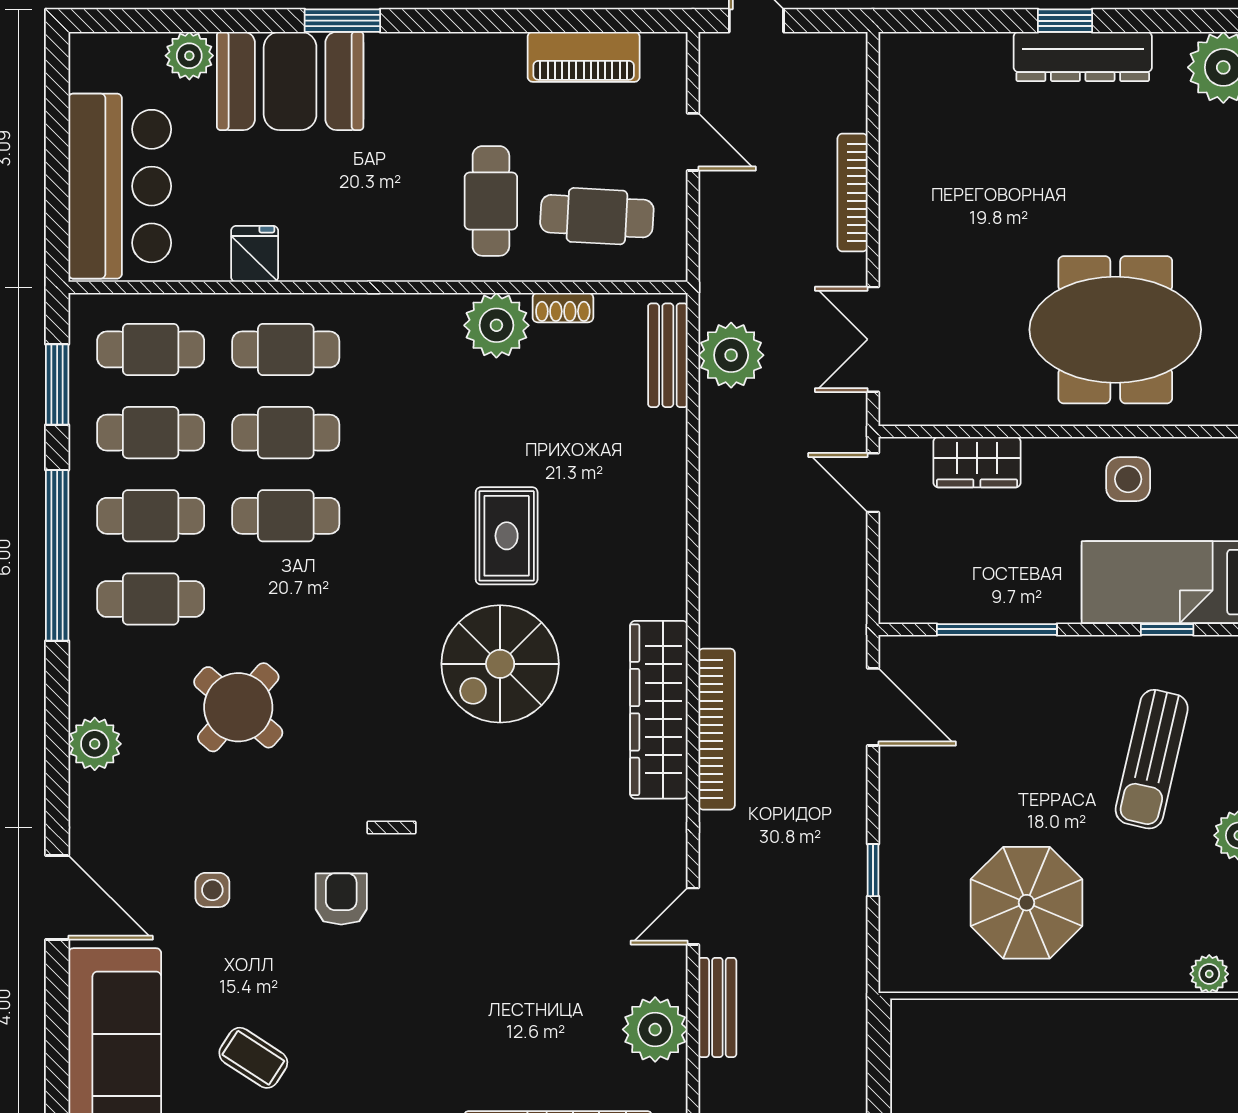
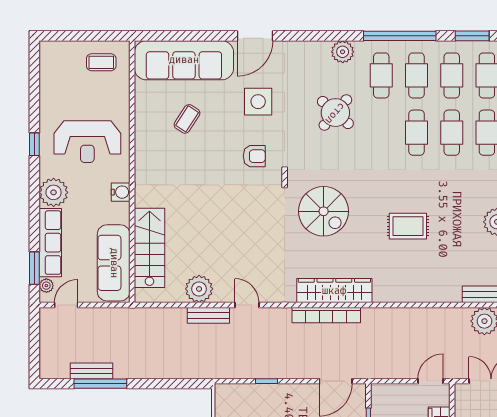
spiral stairs: (500, 664) -> (324, 211), moved, turned 180
plant: (95, 744) -> (343, 52), moved
side table: (212, 890) -> (258, 102), width x1.87, depth x1.87

